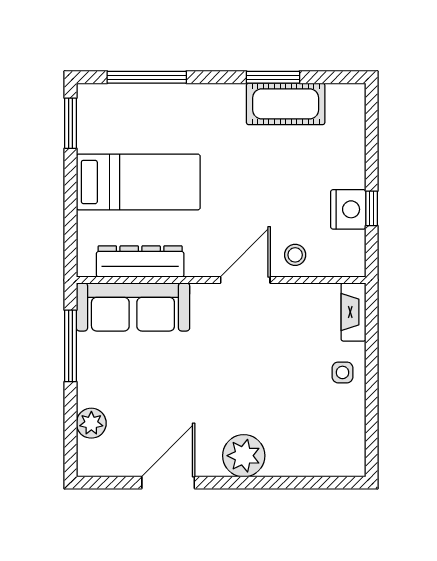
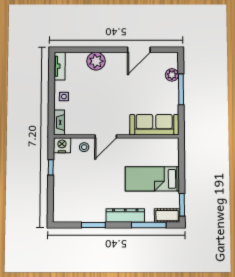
cot: (286, 104) -> (167, 216), moved, width x0.73, depth x0.75
nightstand: (348, 209) -> (62, 145), moved, turned 90
dresser: (140, 261) -> (125, 216), moved, turned 180
window: (71, 346) -> (181, 89), moved
tv unit: (353, 444) -> (60, 66), added
plant: (244, 456) -> (96, 61), moved

